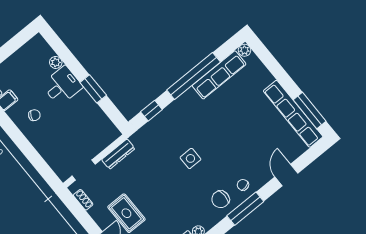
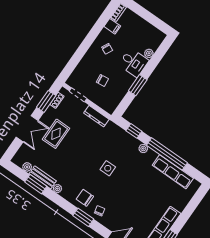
plant: (244, 50) -> (143, 148), moved
chair: (74, 133) -> (102, 80), added
window: (245, 209) -> (83, 217), width x0.69
window: (81, 214) -> (46, 101), added

